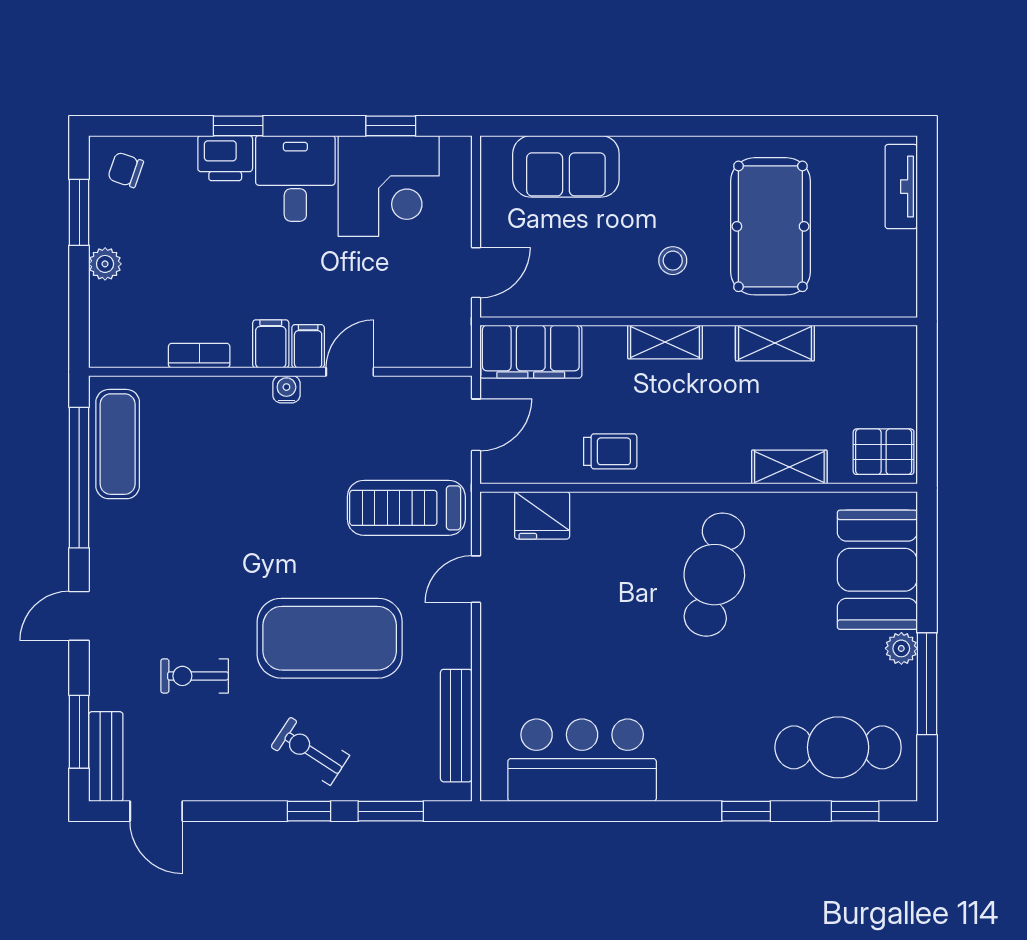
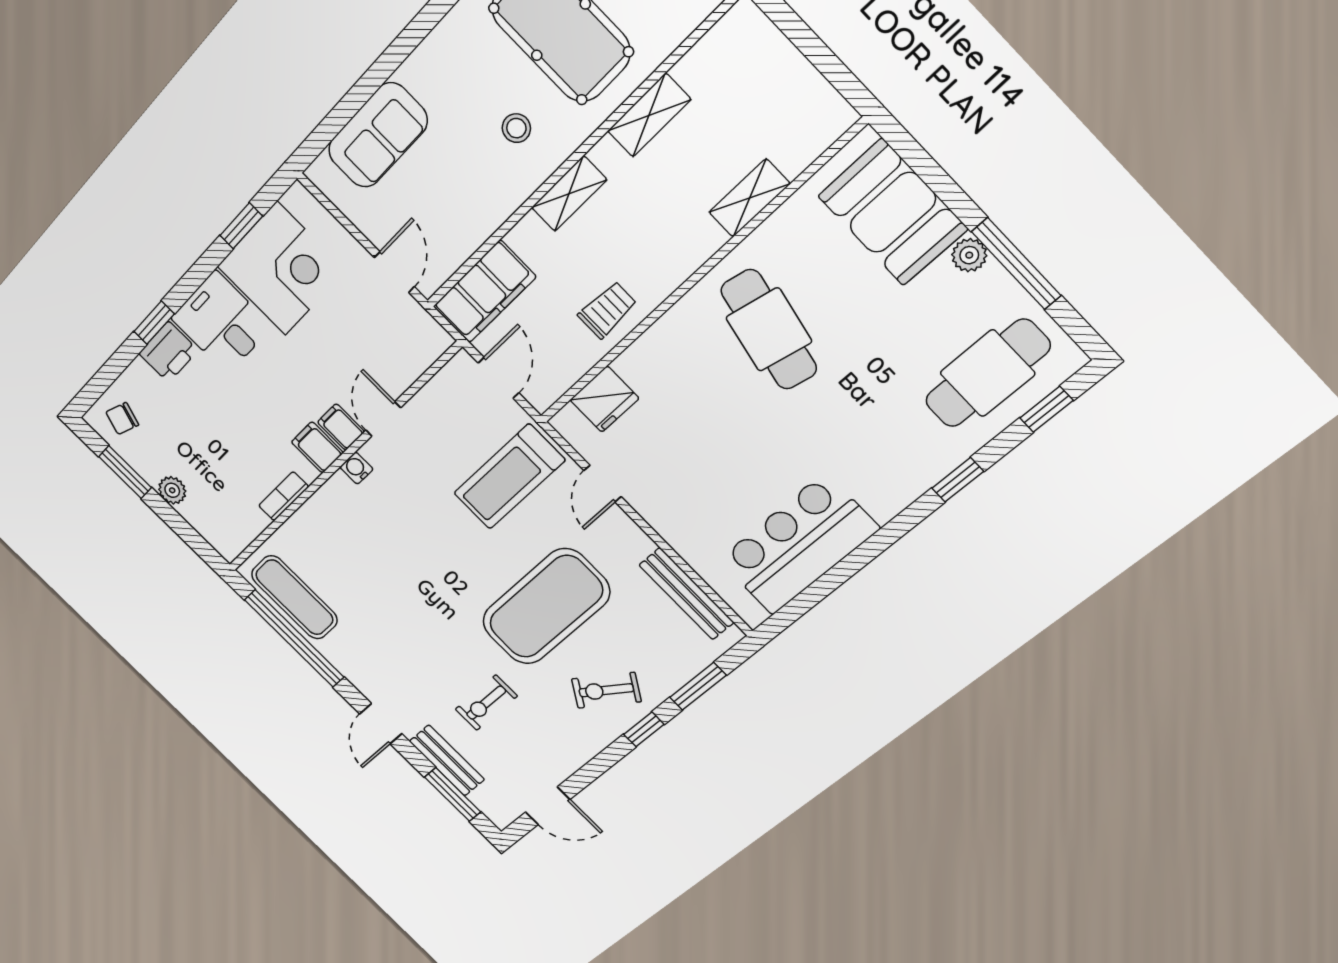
pallet: (884, 452) -> (812, 117), removed
bench: (106, 757) -> (447, 760), moved

